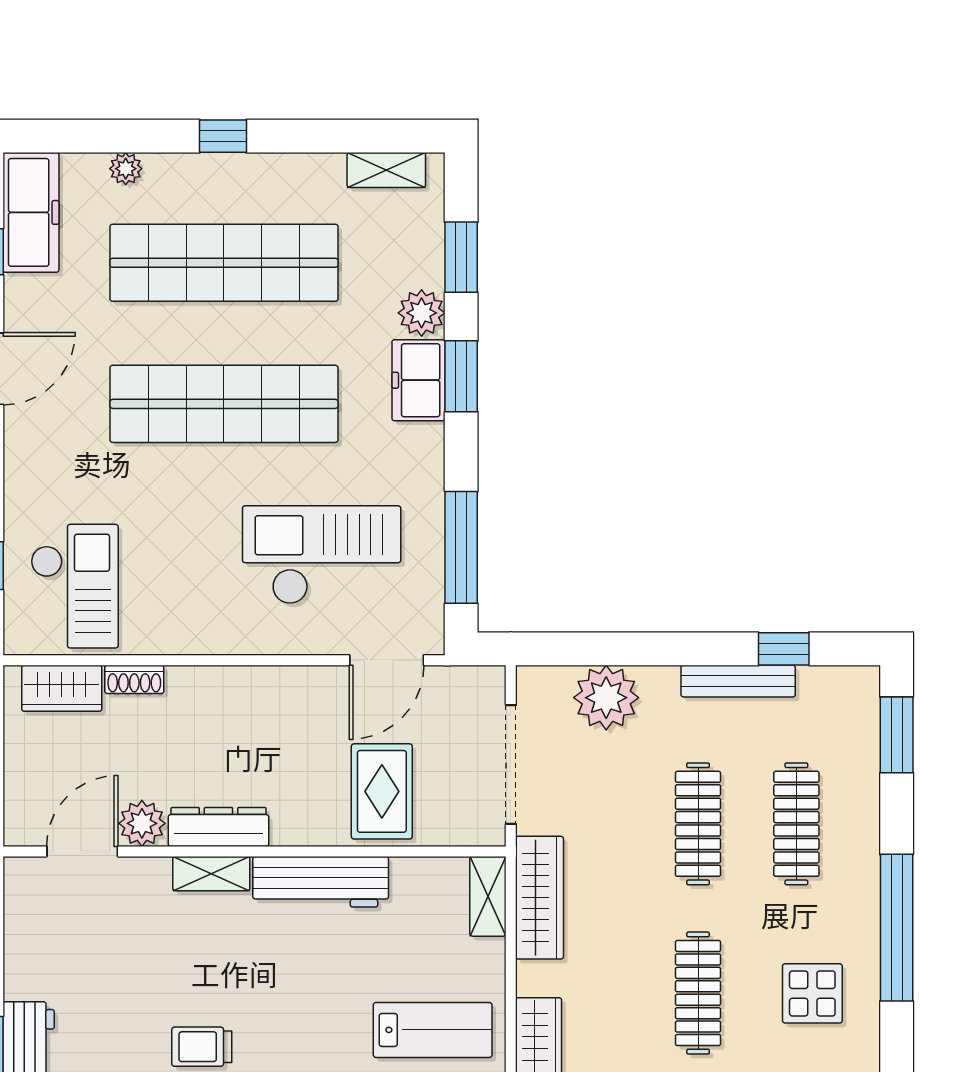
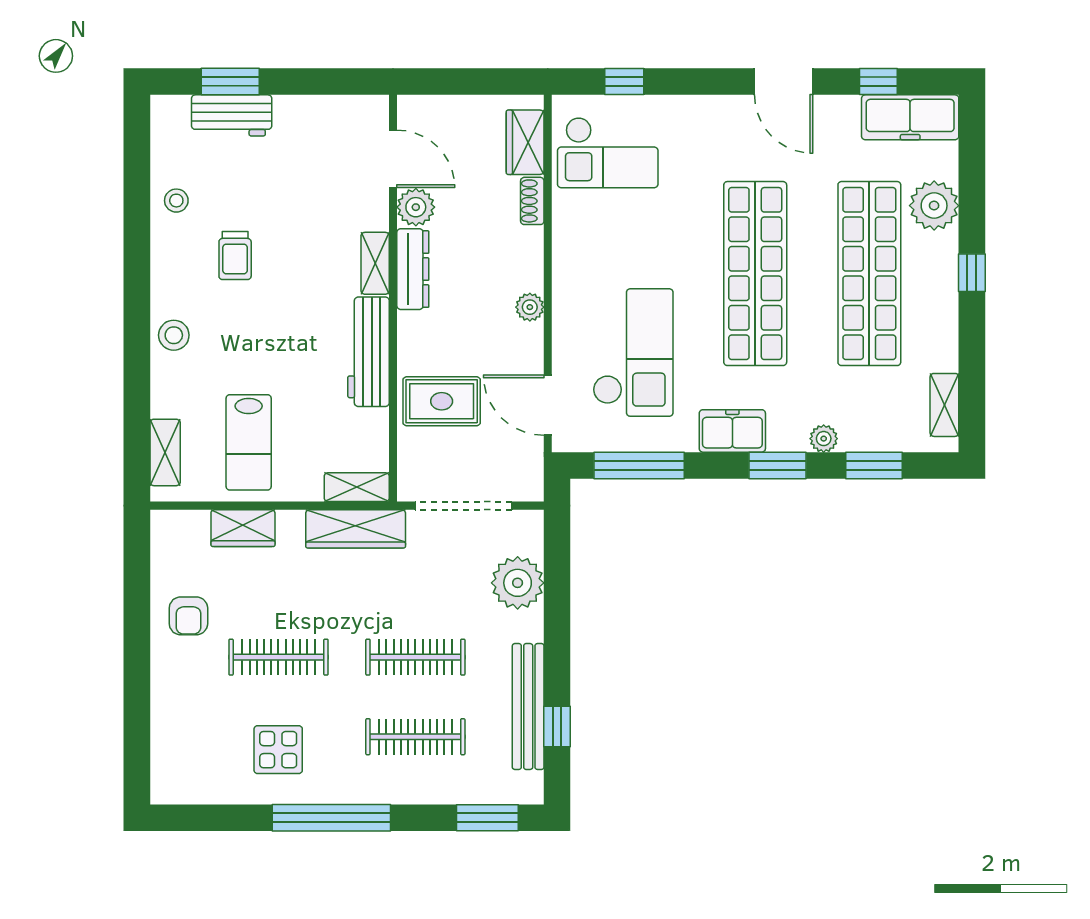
plant: (126, 169) -> (934, 206), width x1.88, depth x1.88
plant: (422, 313) -> (824, 439), width x0.73, depth x0.73
freezer: (418, 380) -> (732, 431), moved
bench: (738, 681) -> (528, 707), width x1.37, depth x1.21
plant: (265, 682) -> (530, 307), added
trolley: (202, 1047) -> (235, 256), turned 180

